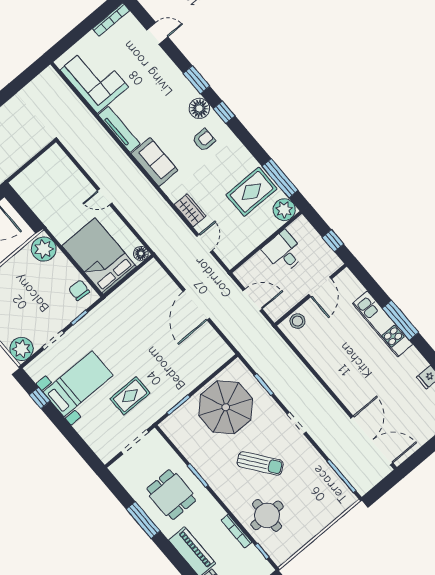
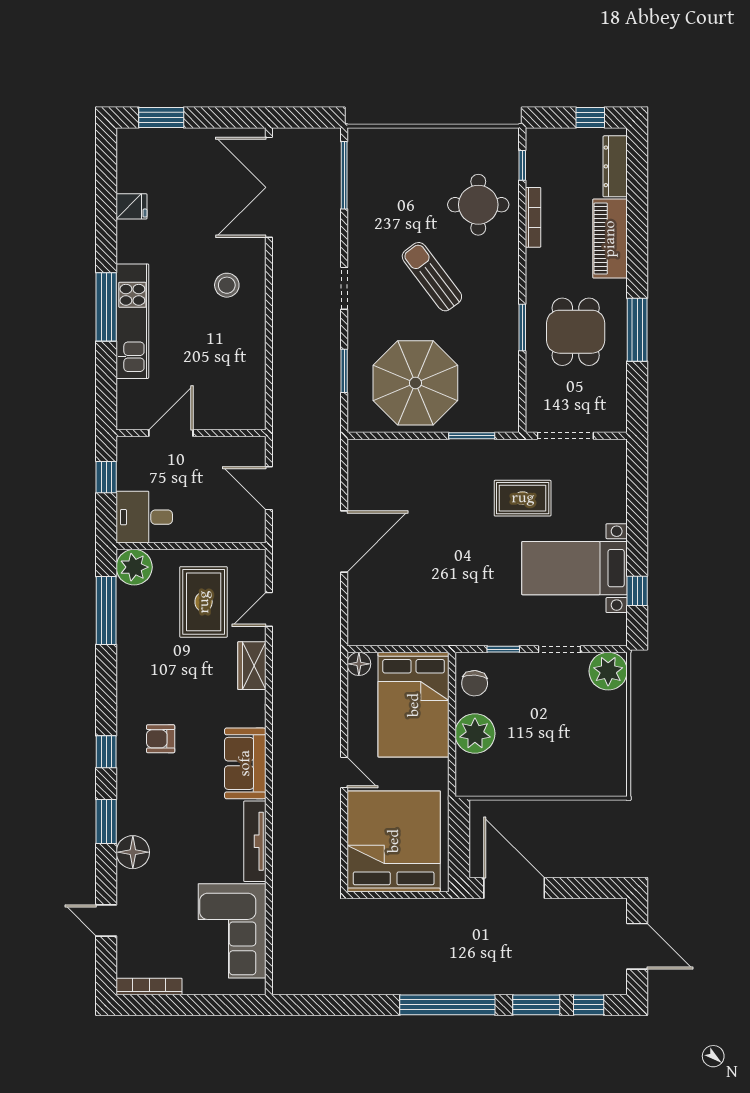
floor lamp: (199, 108) -> (133, 852), moved
bed: (54, 184) -> (394, 841), added
rug: (252, 192) -> (204, 602), moved, turned 90
plant: (44, 249) -> (475, 733), moved
desk: (284, 252) -> (144, 517), moved, turned 90
stool: (298, 321) -> (227, 285), moved

